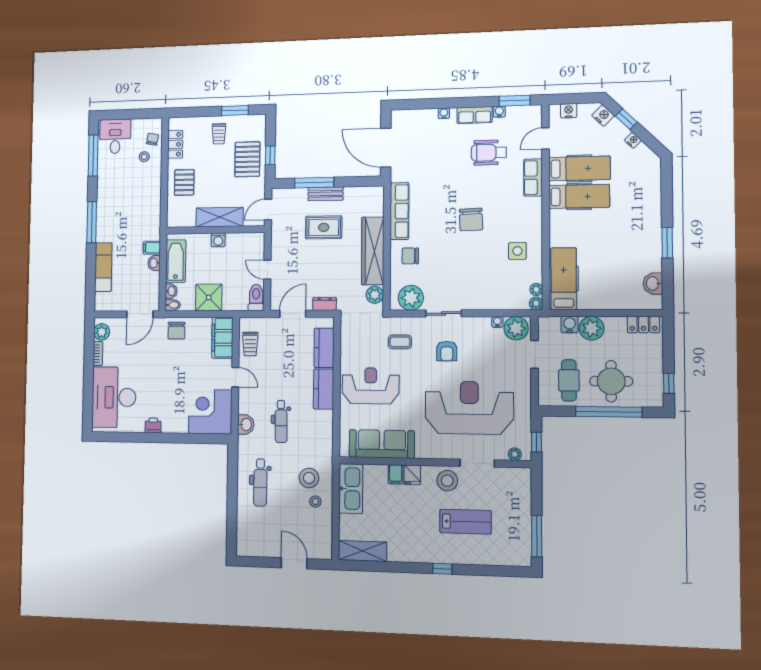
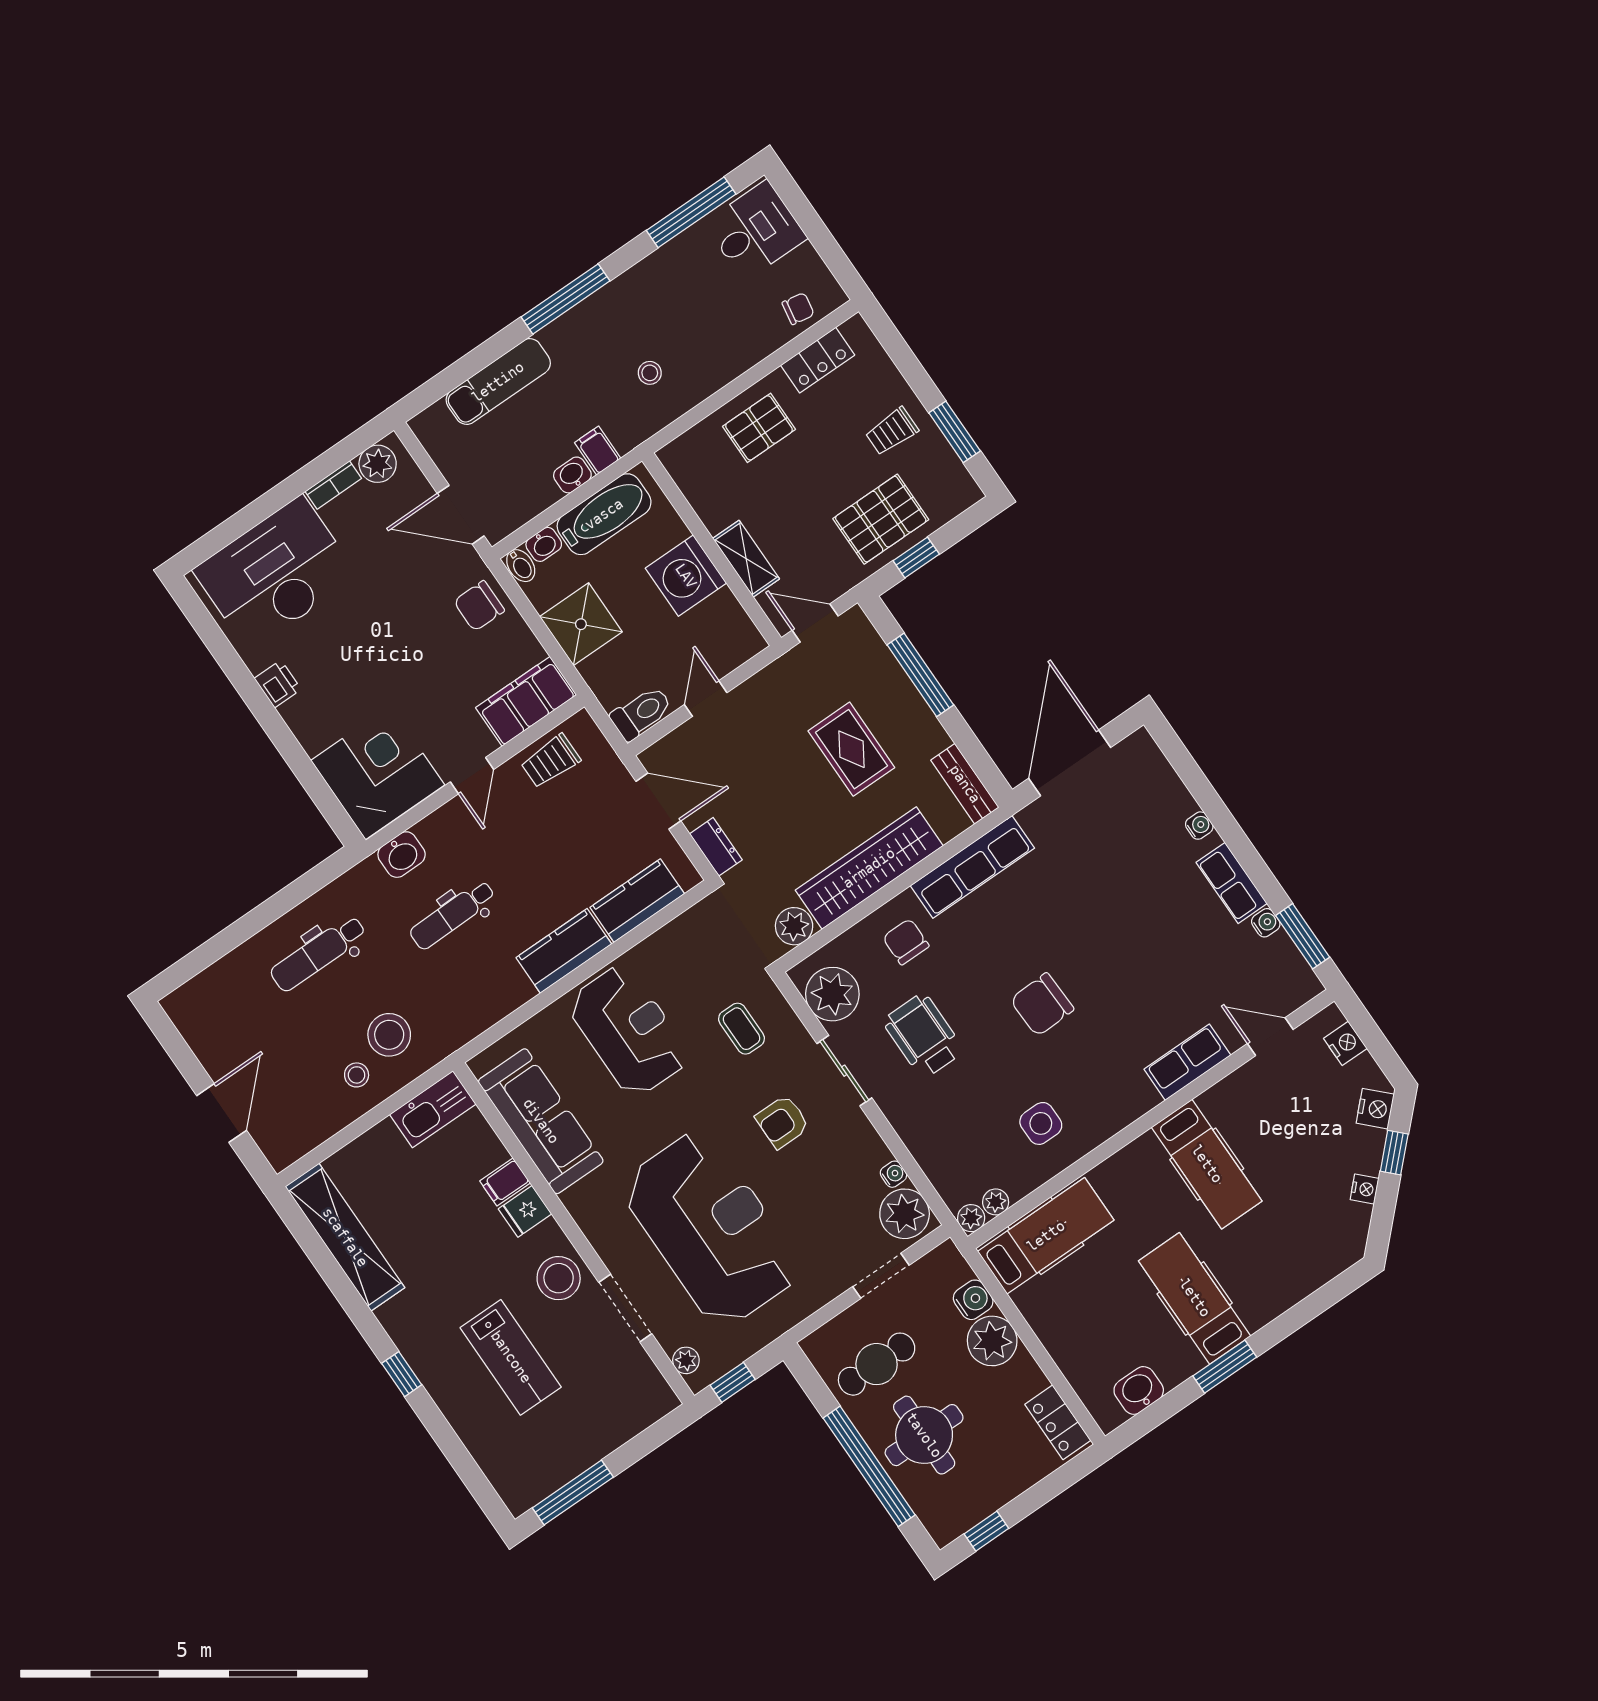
wheelchair: (489, 153) -> (923, 1036), moved
stool: (144, 157) -> (650, 373), moved
hospital bed: (579, 168) -> (1195, 1298), moved, turned 180
bench: (326, 194) -> (965, 784), moved
shelving: (220, 217) -> (746, 559), width x0.67, depth x0.75
washing machine: (218, 240) -> (686, 576), width x1.89, depth x1.89
kitchen sink: (351, 489) -> (433, 1109), width x0.73, depth x0.81
shelving: (363, 551) -> (345, 1237), width x1.47

